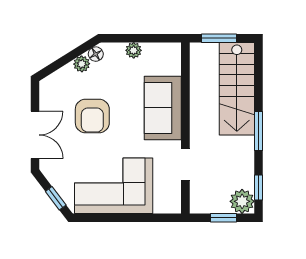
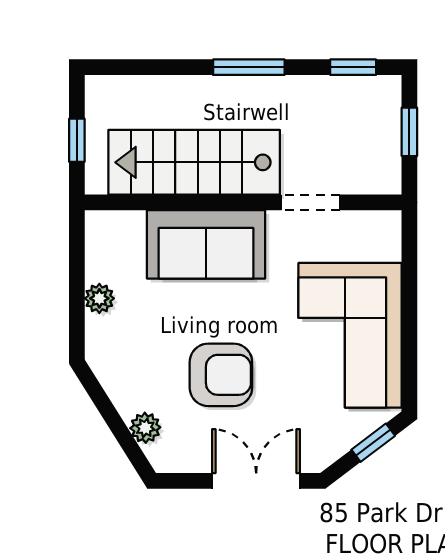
window: (219, 38) -> (77, 140), width x0.67
floor lamp: (96, 54) -> (106, 368), removed
plant: (82, 64) -> (145, 428), moved
stairs: (237, 89) -> (194, 162), moved, turned 180
plant: (242, 201) -> (379, 98), removed

